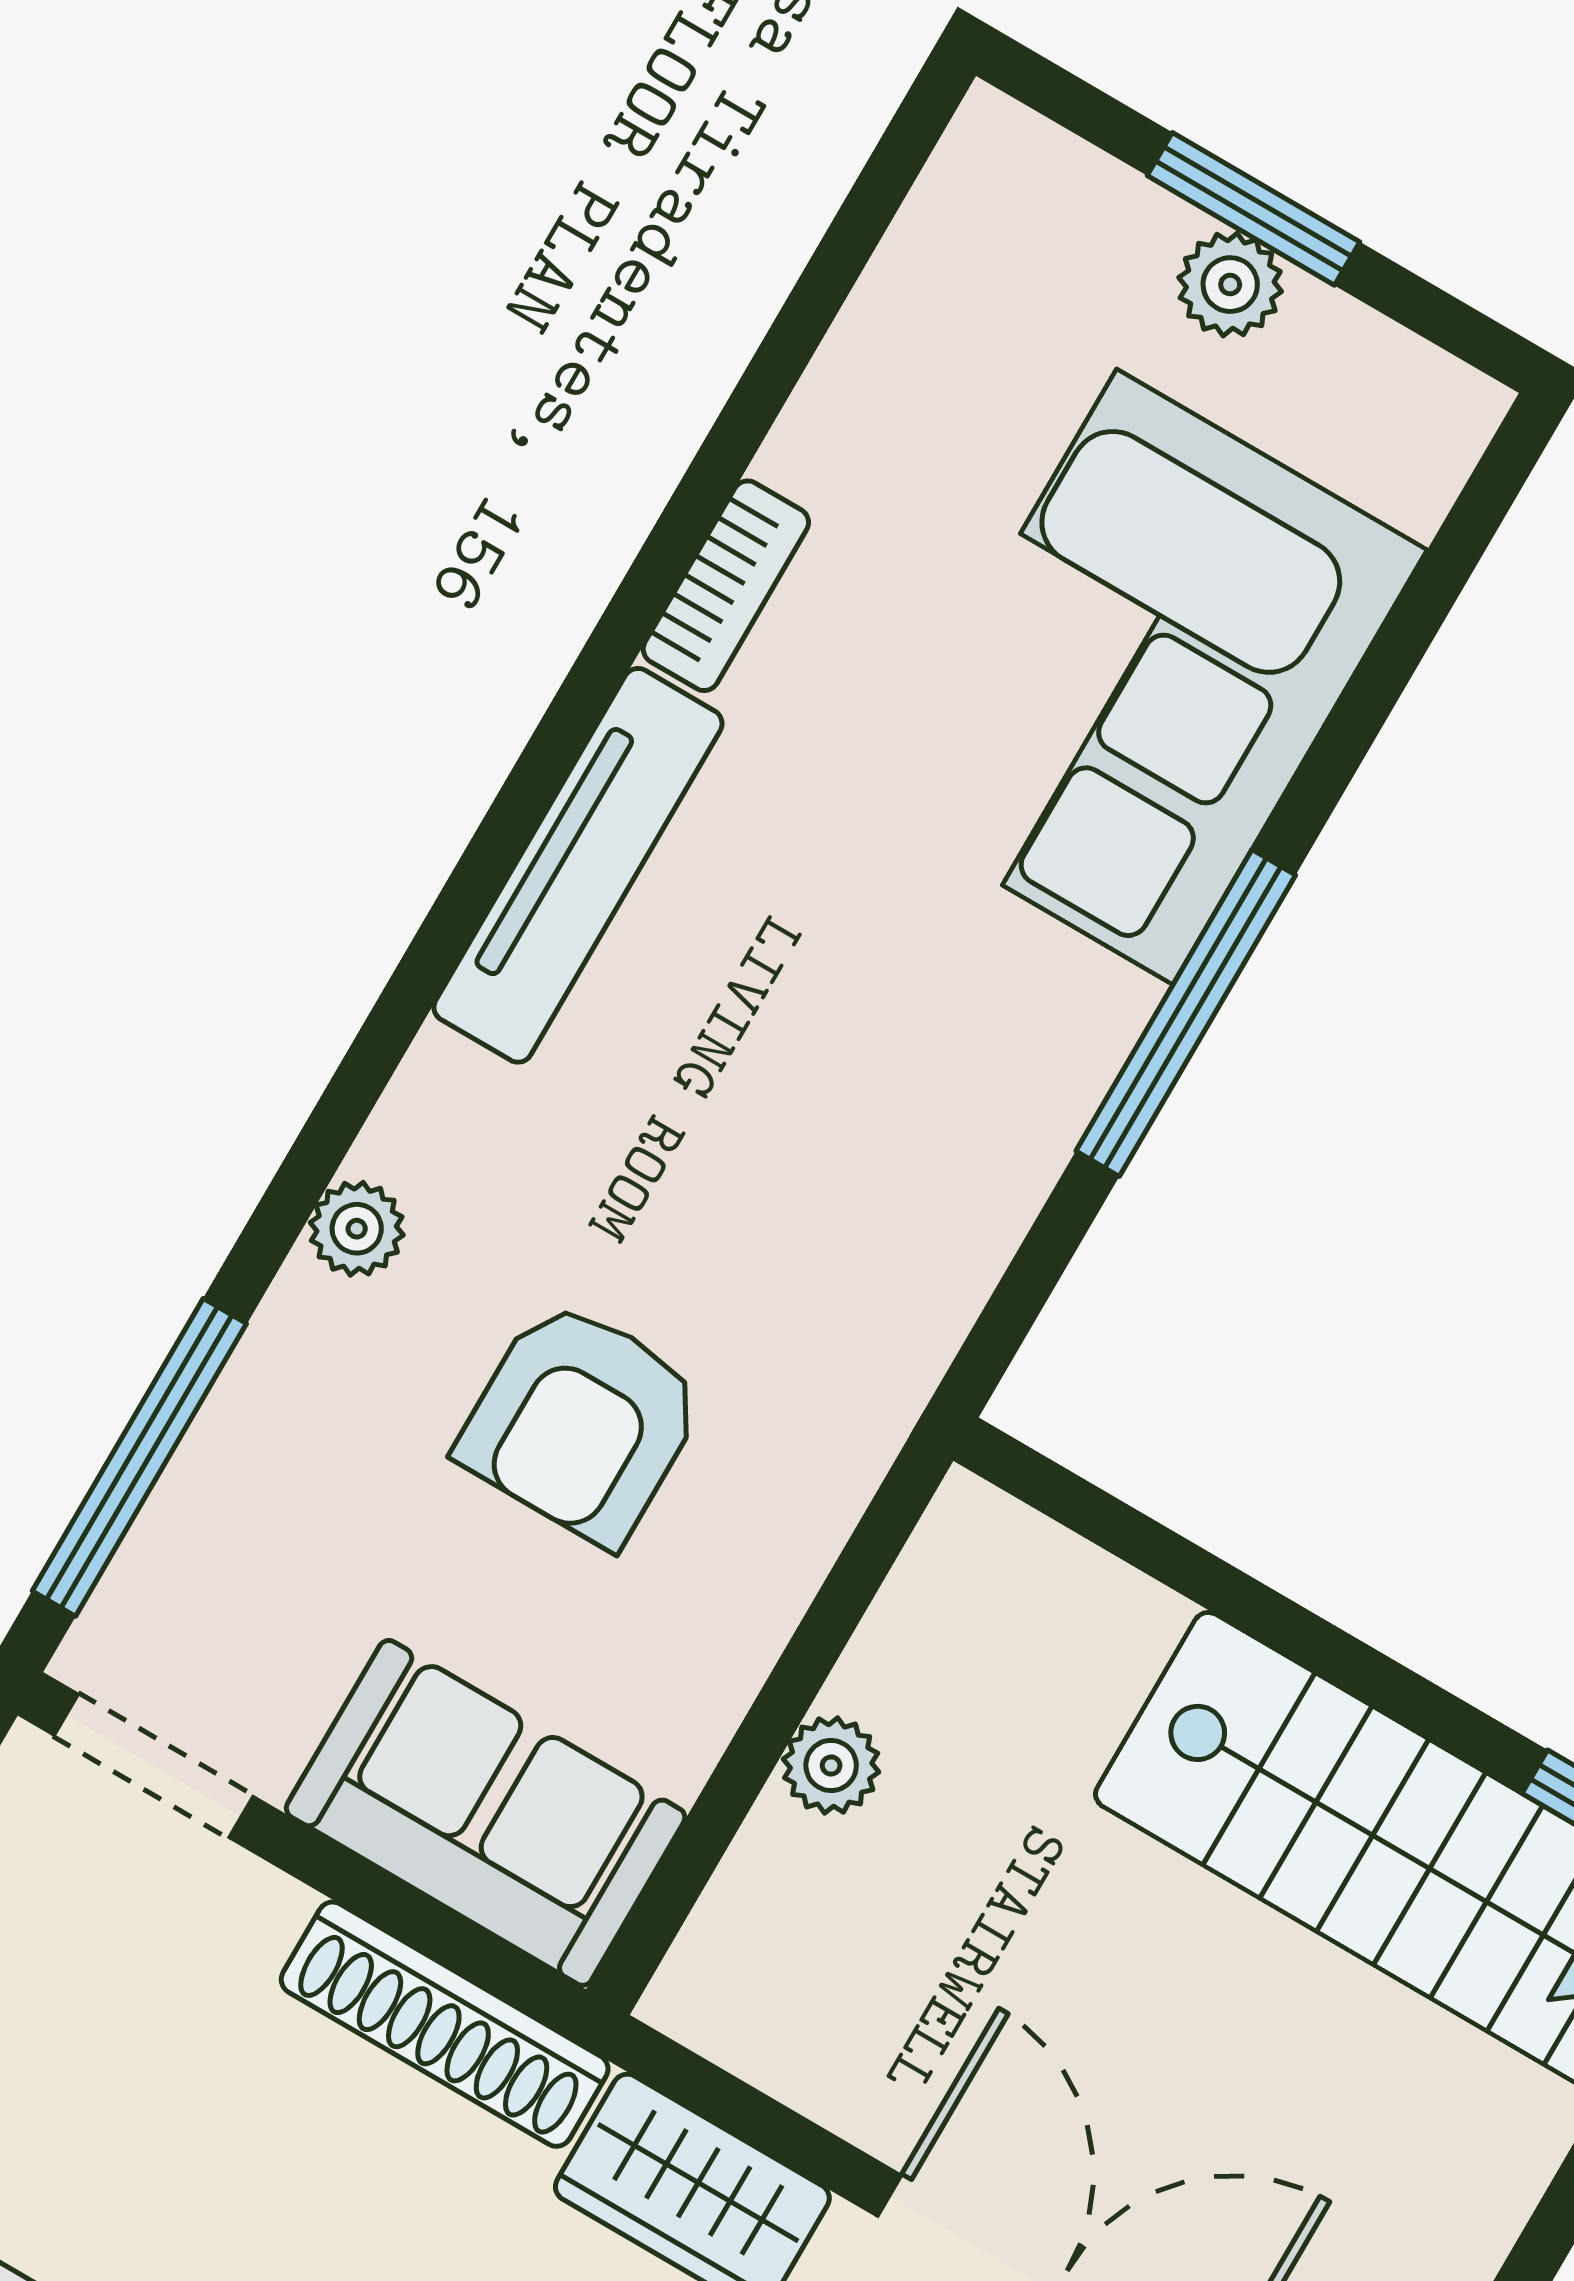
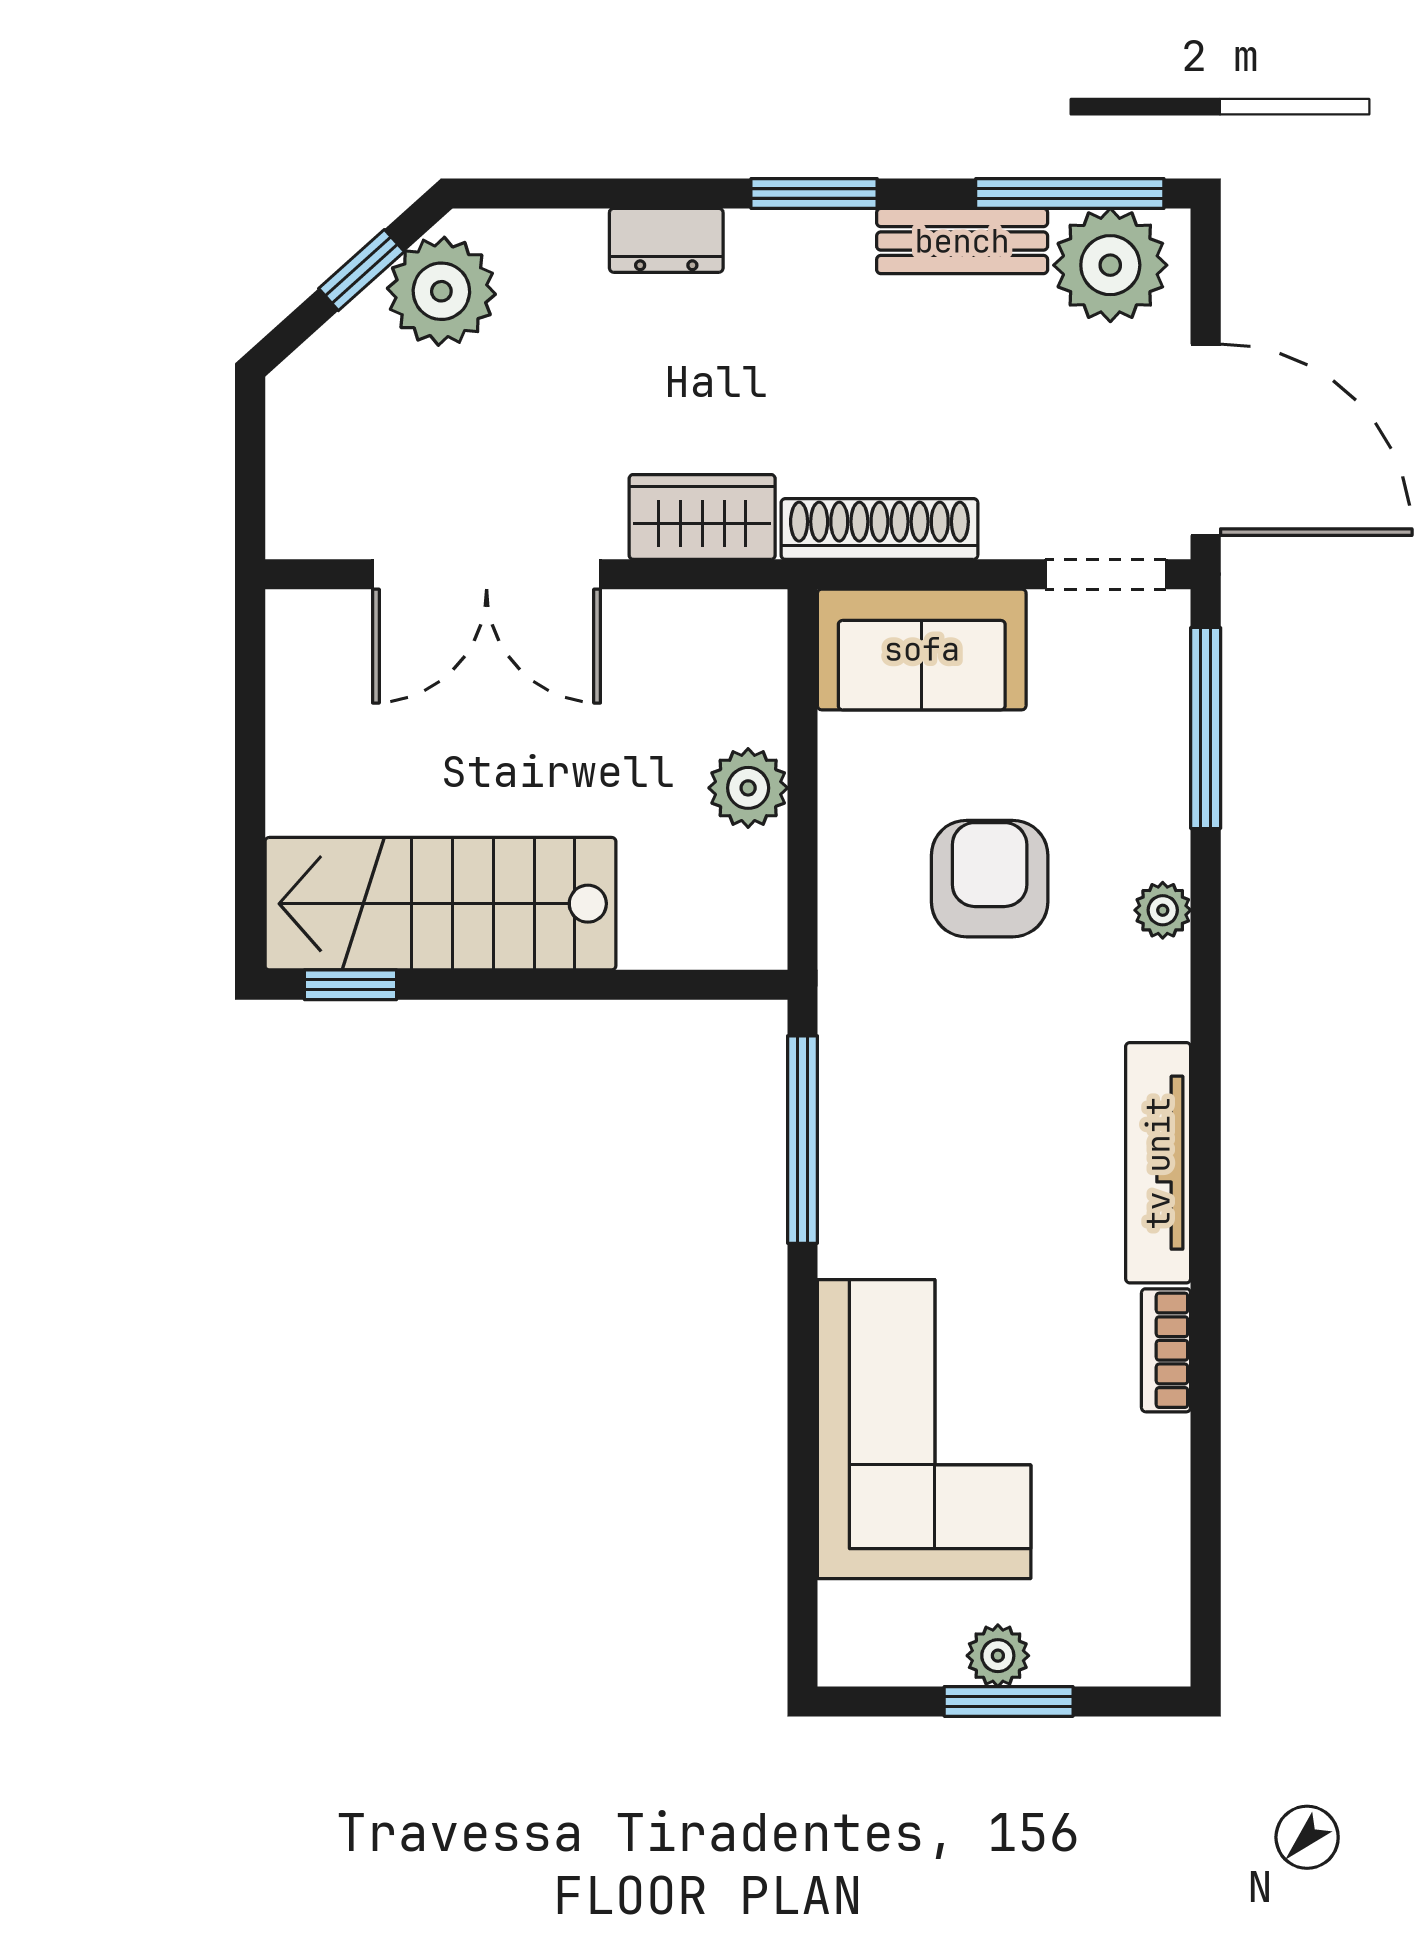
window: (1186, 1013) -> (802, 1140), moved
plant: (831, 1765) -> (748, 788), width x1.38, depth x1.38

